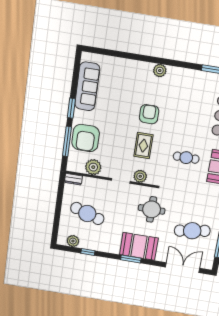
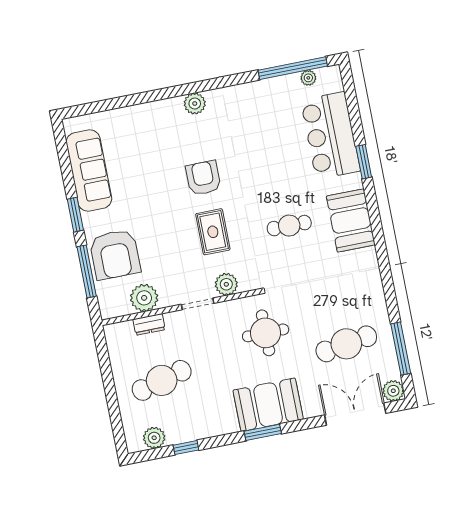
dresser: (73, 179) -> (149, 324), moved
cafe table: (87, 213) -> (162, 380), turned -33
plant: (207, 263) -> (393, 391), added

